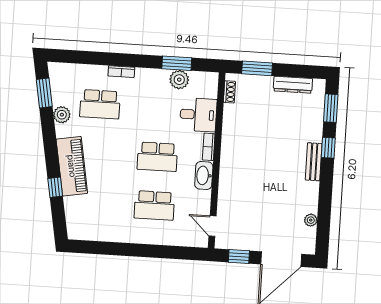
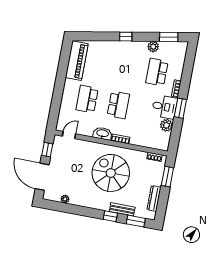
window: (177, 63) -> (180, 108), moved
desk: (198, 115) -> (164, 107), moved, turned -90
spiral stairs: (262, 155) -> (111, 173), added
school desk: (157, 157) -> (118, 105), turned 180
bench: (314, 162) -> (122, 209), moved
piano: (72, 166) -> (77, 61), moved, turned -80
window: (55, 187) -> (126, 37), moved

